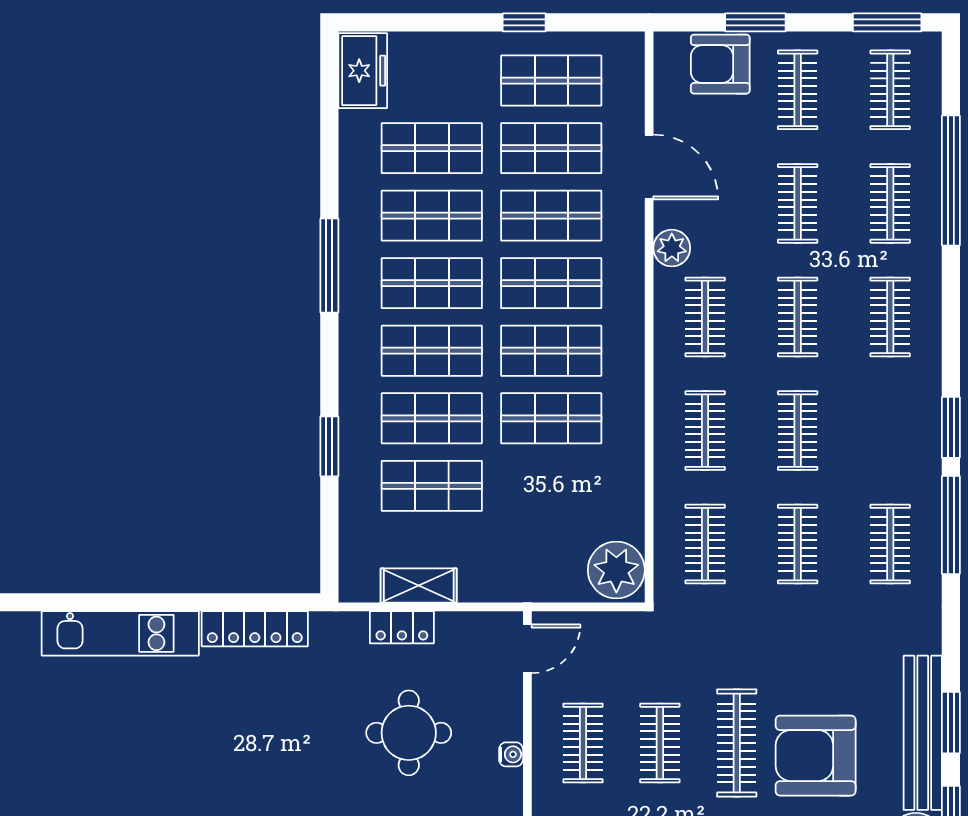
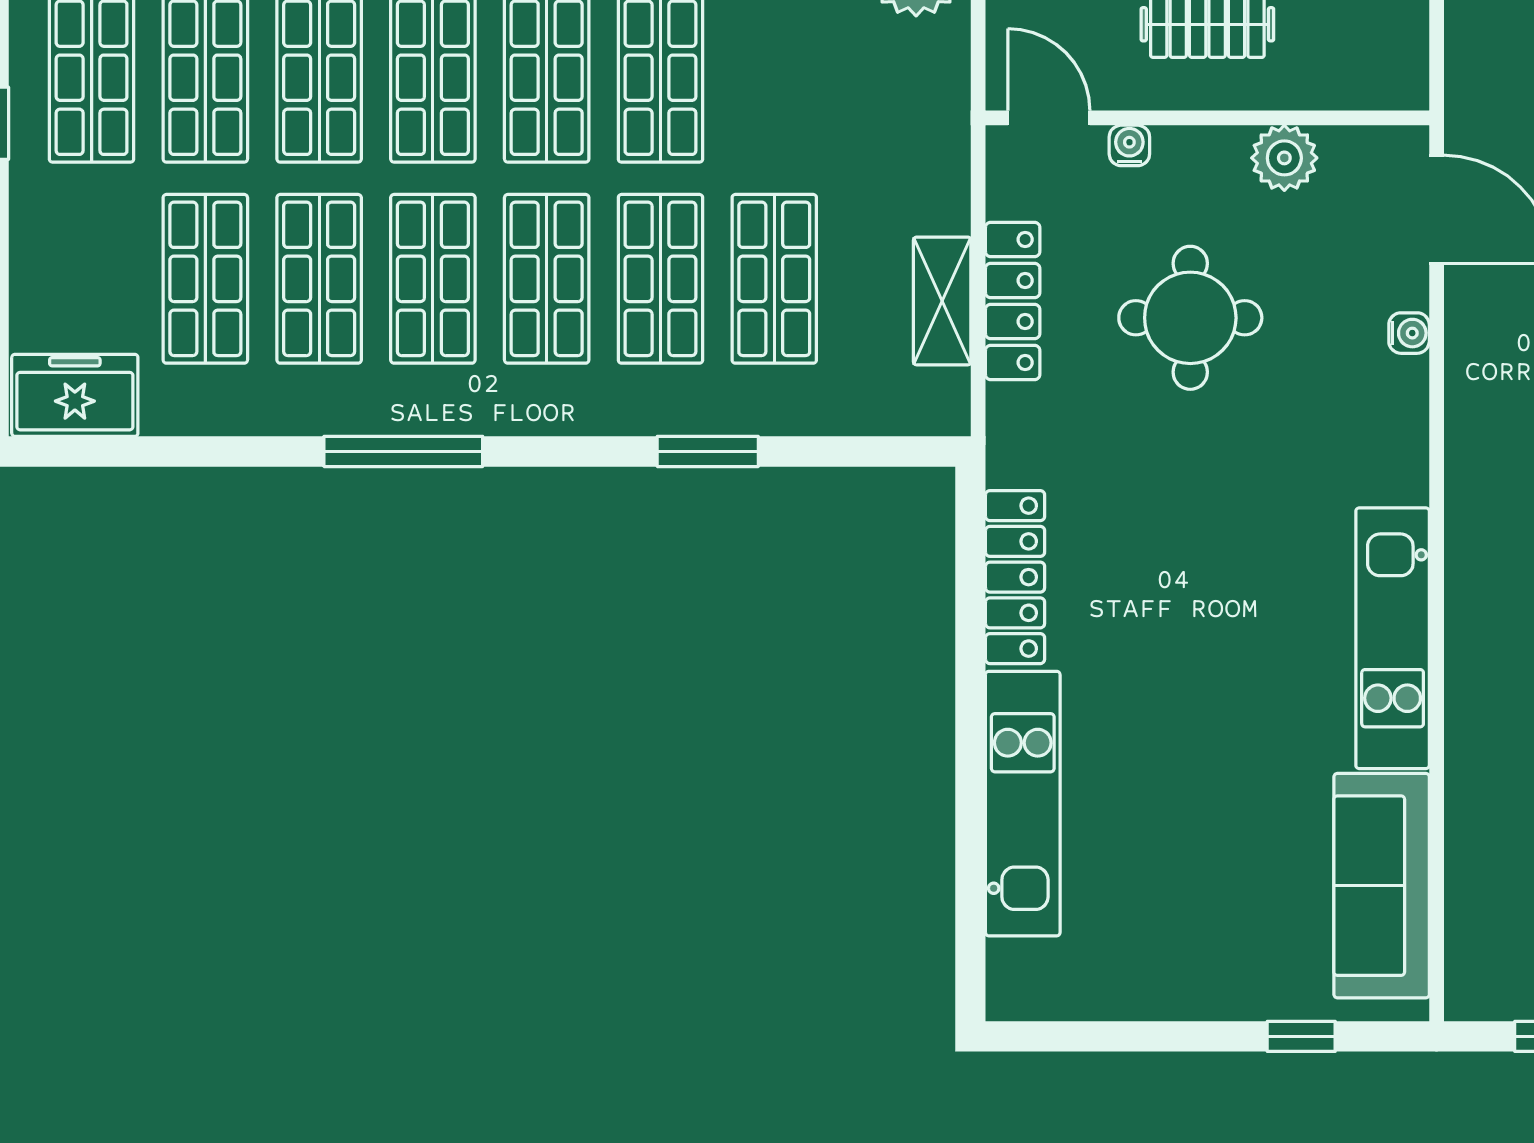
locker: (402, 627) -> (1013, 301), width x1.53
water cooler: (511, 754) -> (1129, 145), moved
plant: (504, 789) -> (1284, 158), added

